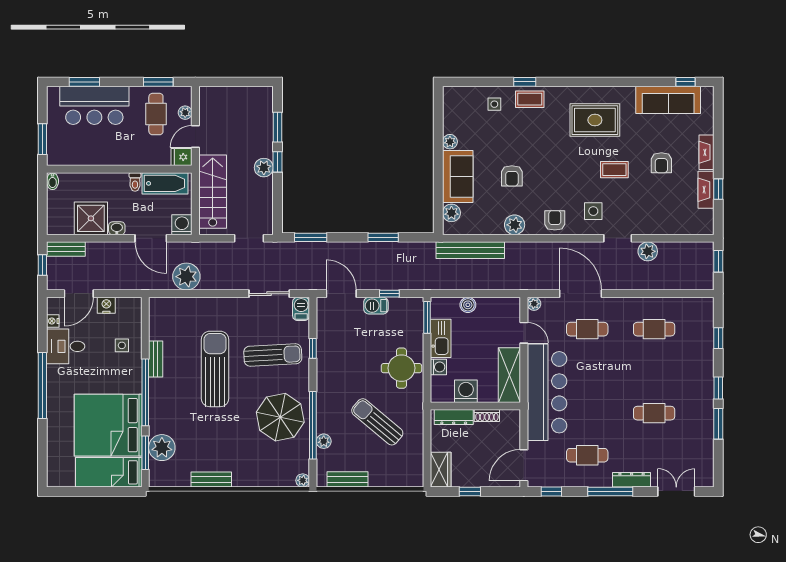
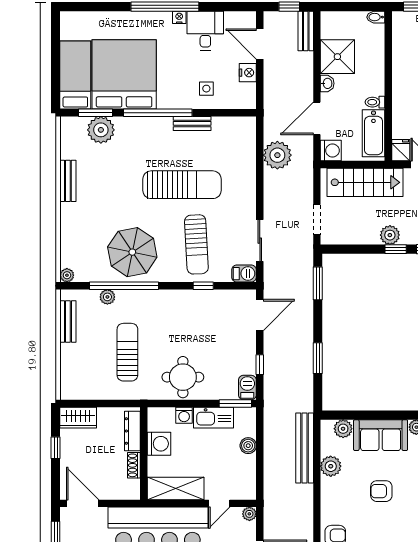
plant: (515, 225) -> (331, 466), moved
barbecue: (376, 306) -> (247, 387), moved
nightstand: (53, 321) -> (179, 17), moved
sun lounger: (377, 422) -> (127, 352), turned -40

